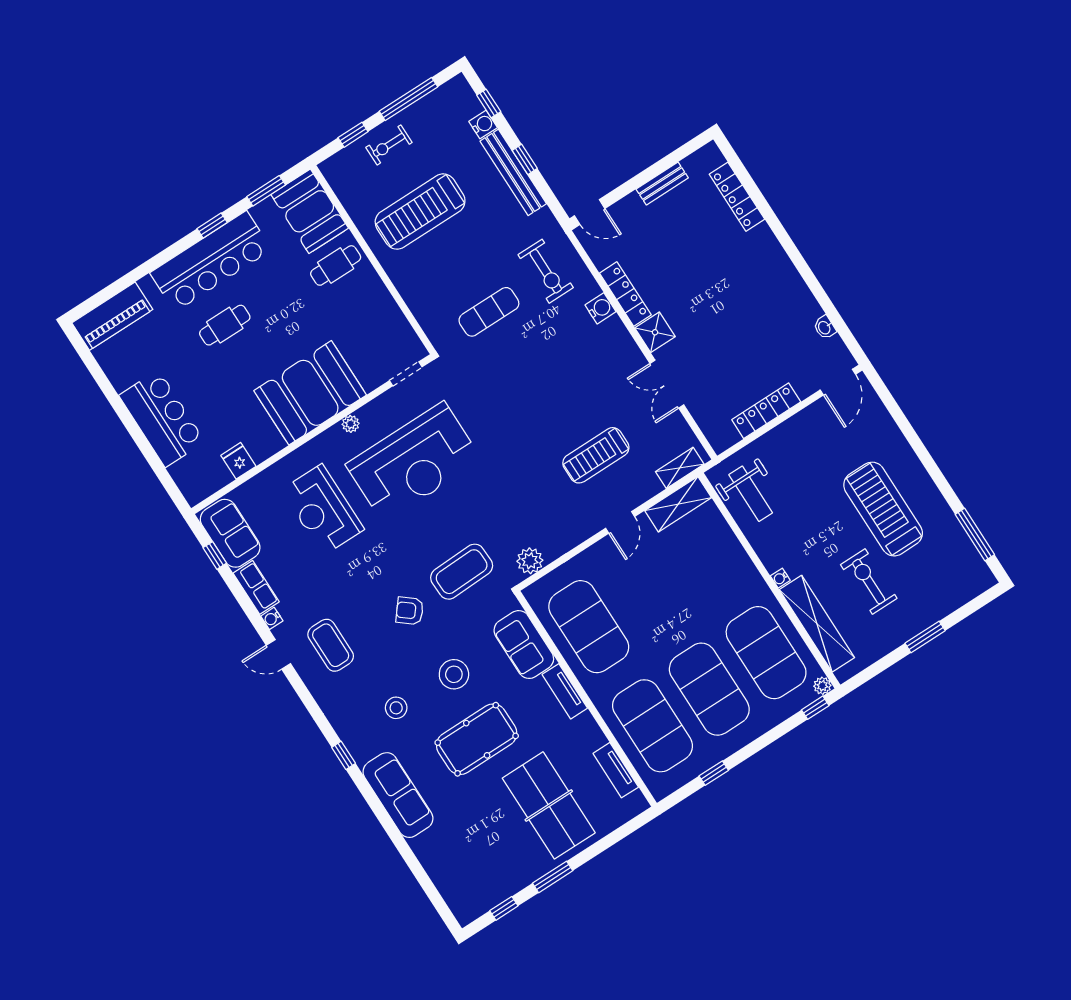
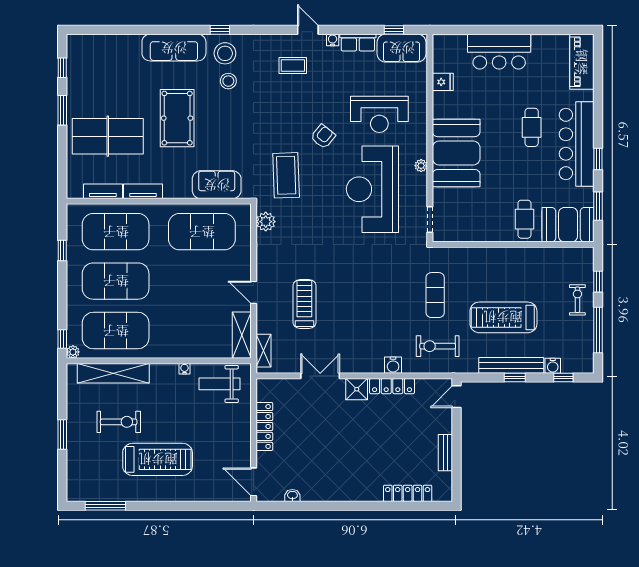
treadmill: (420, 212) -> (503, 317), moved, turned -90
reception desk: (323, 510) -> (379, 114), turned 180
water cooler: (780, 578) -> (184, 369), moved
armchair: (410, 611) -> (323, 136), moved
coffee table: (331, 645) -> (293, 66), width x0.73, depth x0.77
door: (278, 654) -> (308, 30), hinge flipped
stool: (454, 674) -> (225, 53), moved
tv unit: (565, 691) -> (143, 191), moved

